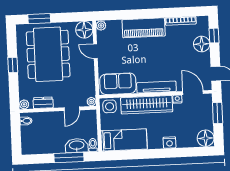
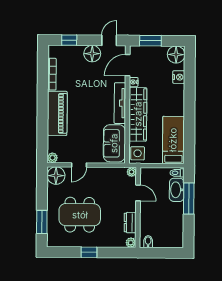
floor lamp: (202, 44) -> (92, 54), moved
dining table: (48, 54) -> (80, 215), width x0.73, depth x0.80
nightstand: (169, 142) -> (179, 77), moved

